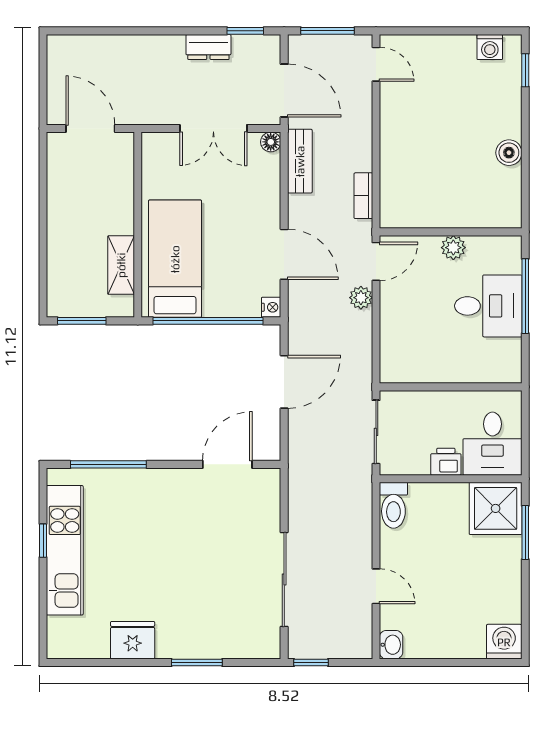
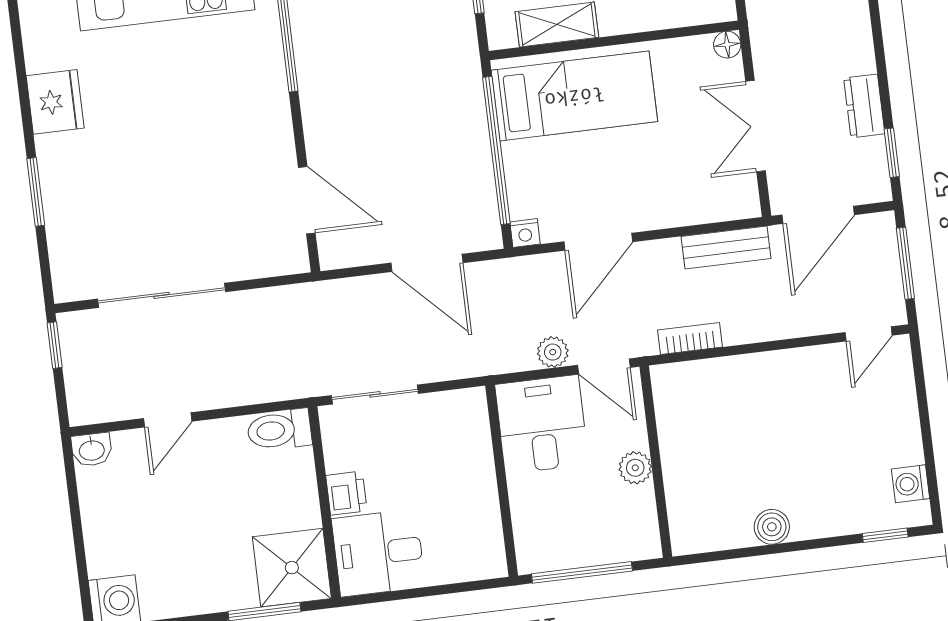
floor lamp: (271, 142) -> (727, 45), moved
desk: (488, 306) -> (542, 424), moved, turned 180
wall: (451, 387) -> (502, 481), moved

